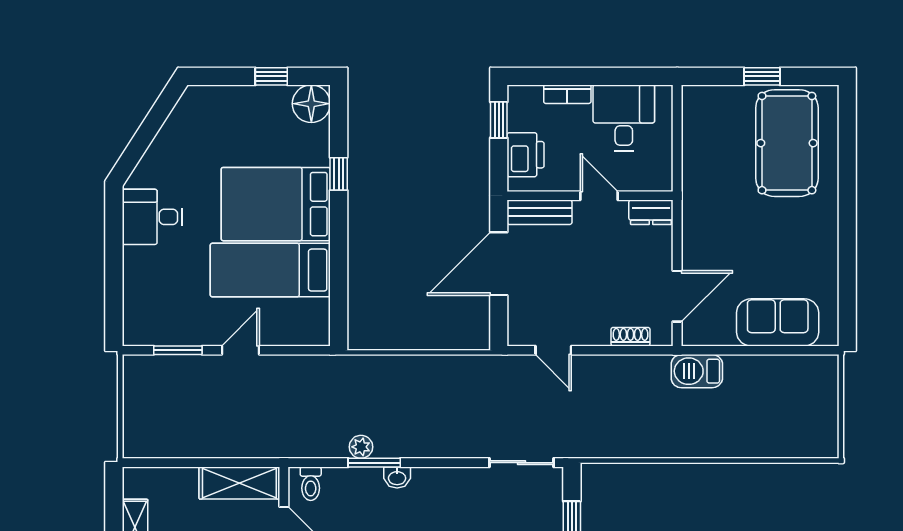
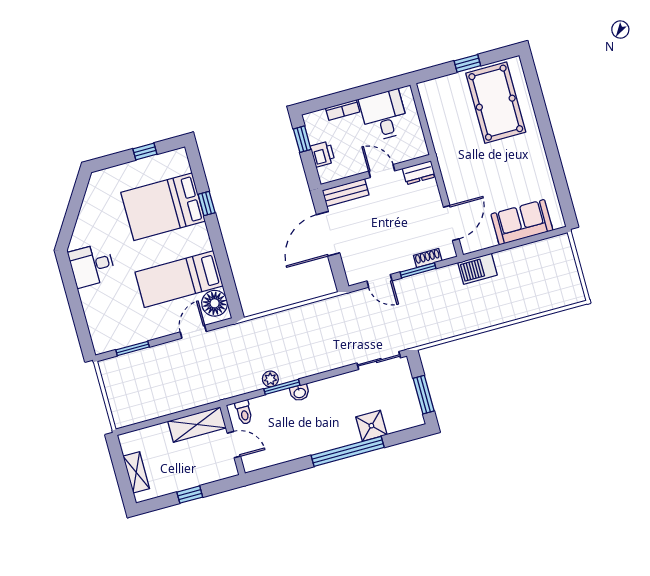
floor lamp: (311, 104) -> (215, 303), moved
printer: (526, 155) -> (323, 154), width x0.73, depth x0.81
bed: (276, 204) -> (163, 207), moved
door: (240, 350) -> (193, 332), moved
window: (612, 350) -> (418, 270), added

